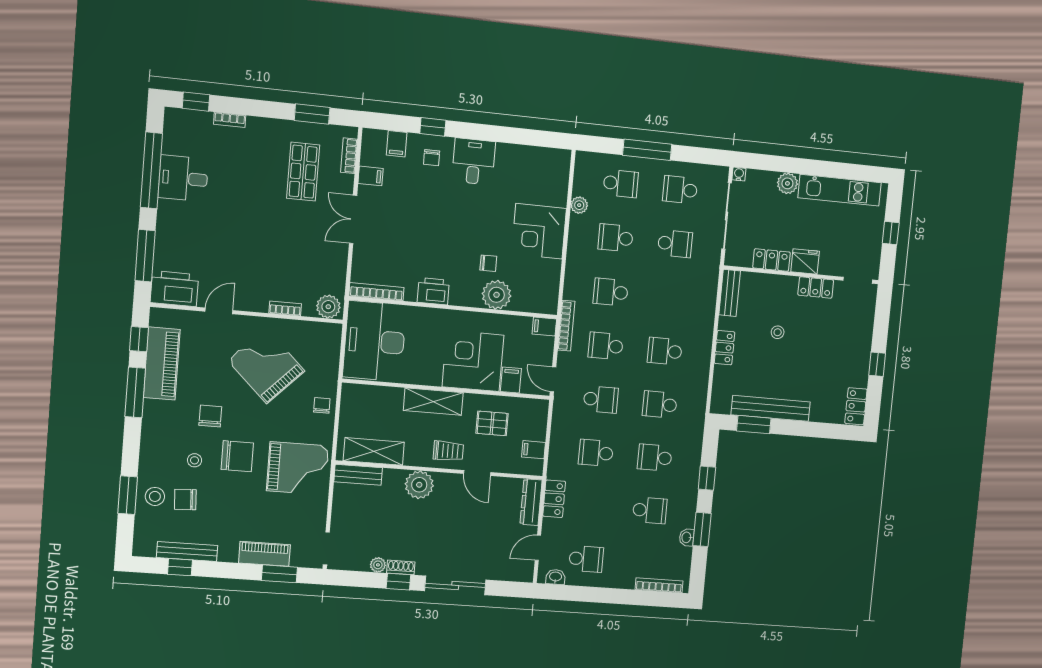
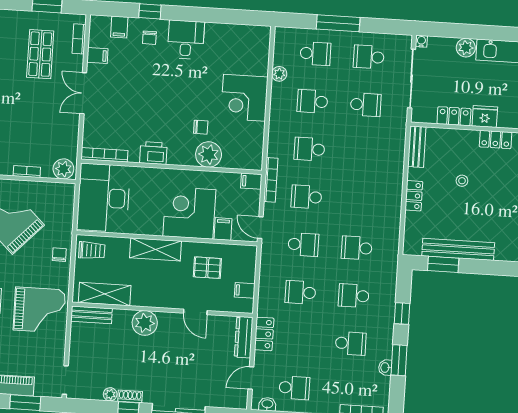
school desk: (665, 351) -> (360, 200), removed
trolley: (448, 451) -> (92, 250), moved

